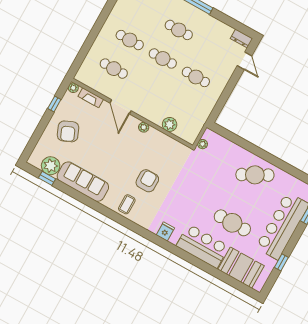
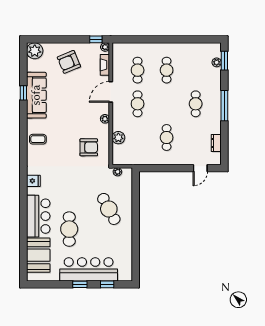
dresser: (241, 39) -> (216, 143), moved
cafe table: (163, 58) -> (138, 104), moved
window: (54, 104) -> (96, 39), moved
plant: (51, 166) -> (35, 51), moved
cafe table: (255, 175) -> (109, 209), moved
window: (47, 178) -> (23, 93), moved
armchair: (147, 181) -> (89, 147), moved
window: (281, 262) -> (80, 284), moved

